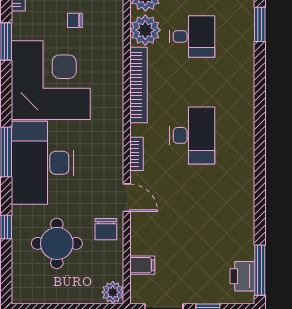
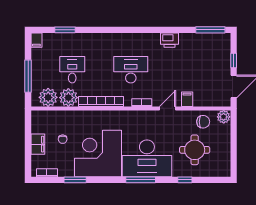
chair: (106, 229) -> (203, 122), moved
filing cabinet: (142, 265) -> (187, 99), moved
printer: (242, 276) -> (169, 40), moved

